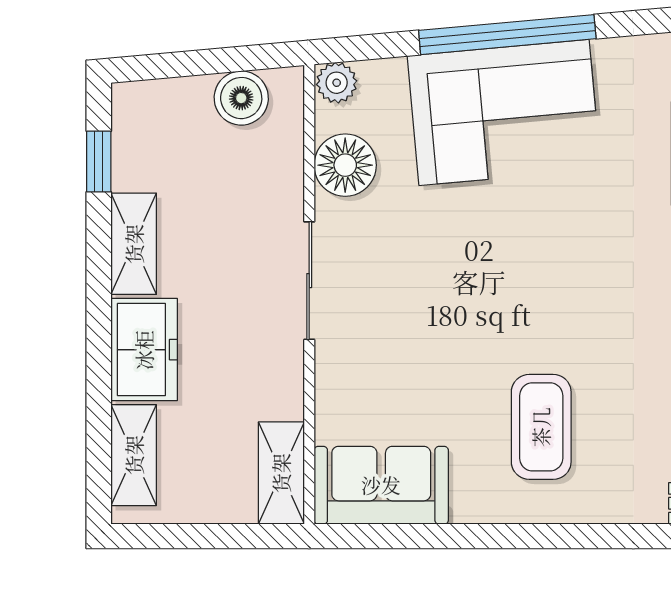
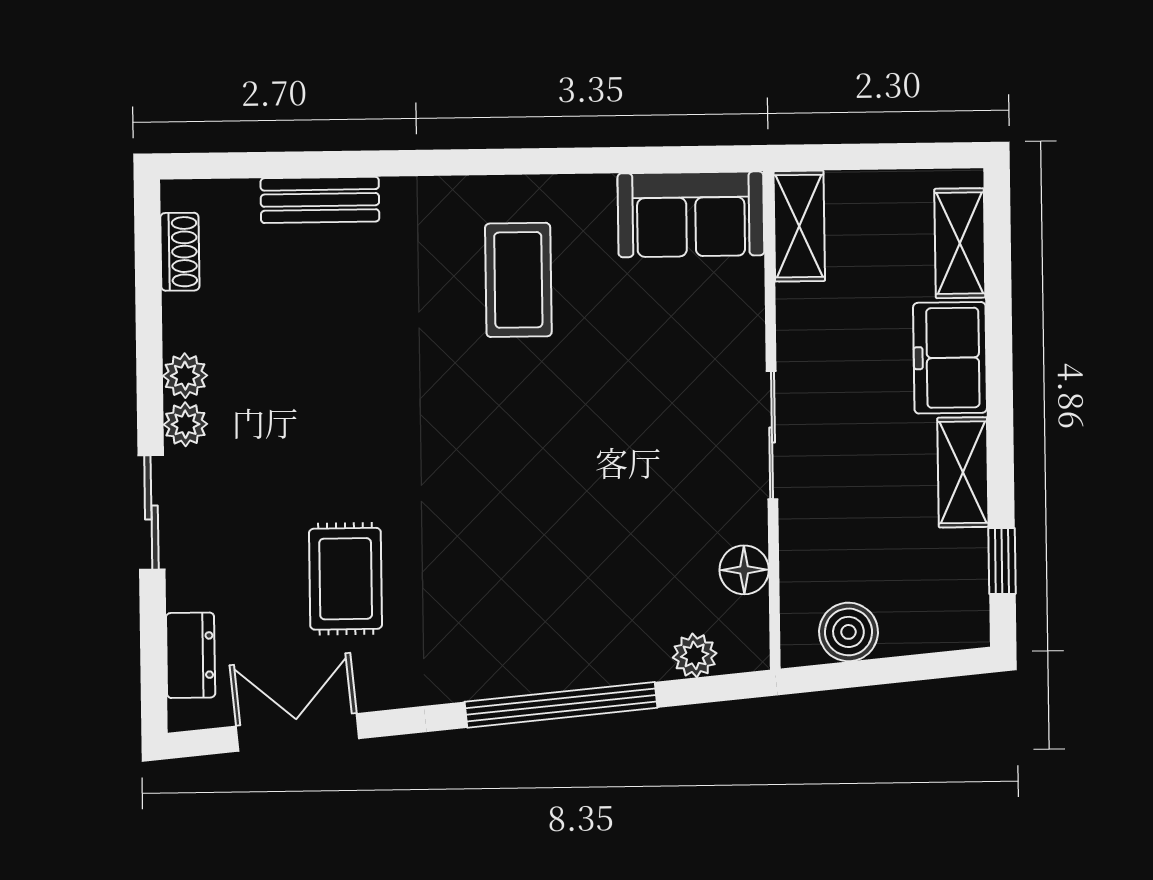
plant: (337, 83) -> (695, 655), moved
corner sofa: (504, 112) -> (563, 620), removed
floor lamp: (345, 165) -> (744, 570), width x0.73, depth x0.73

